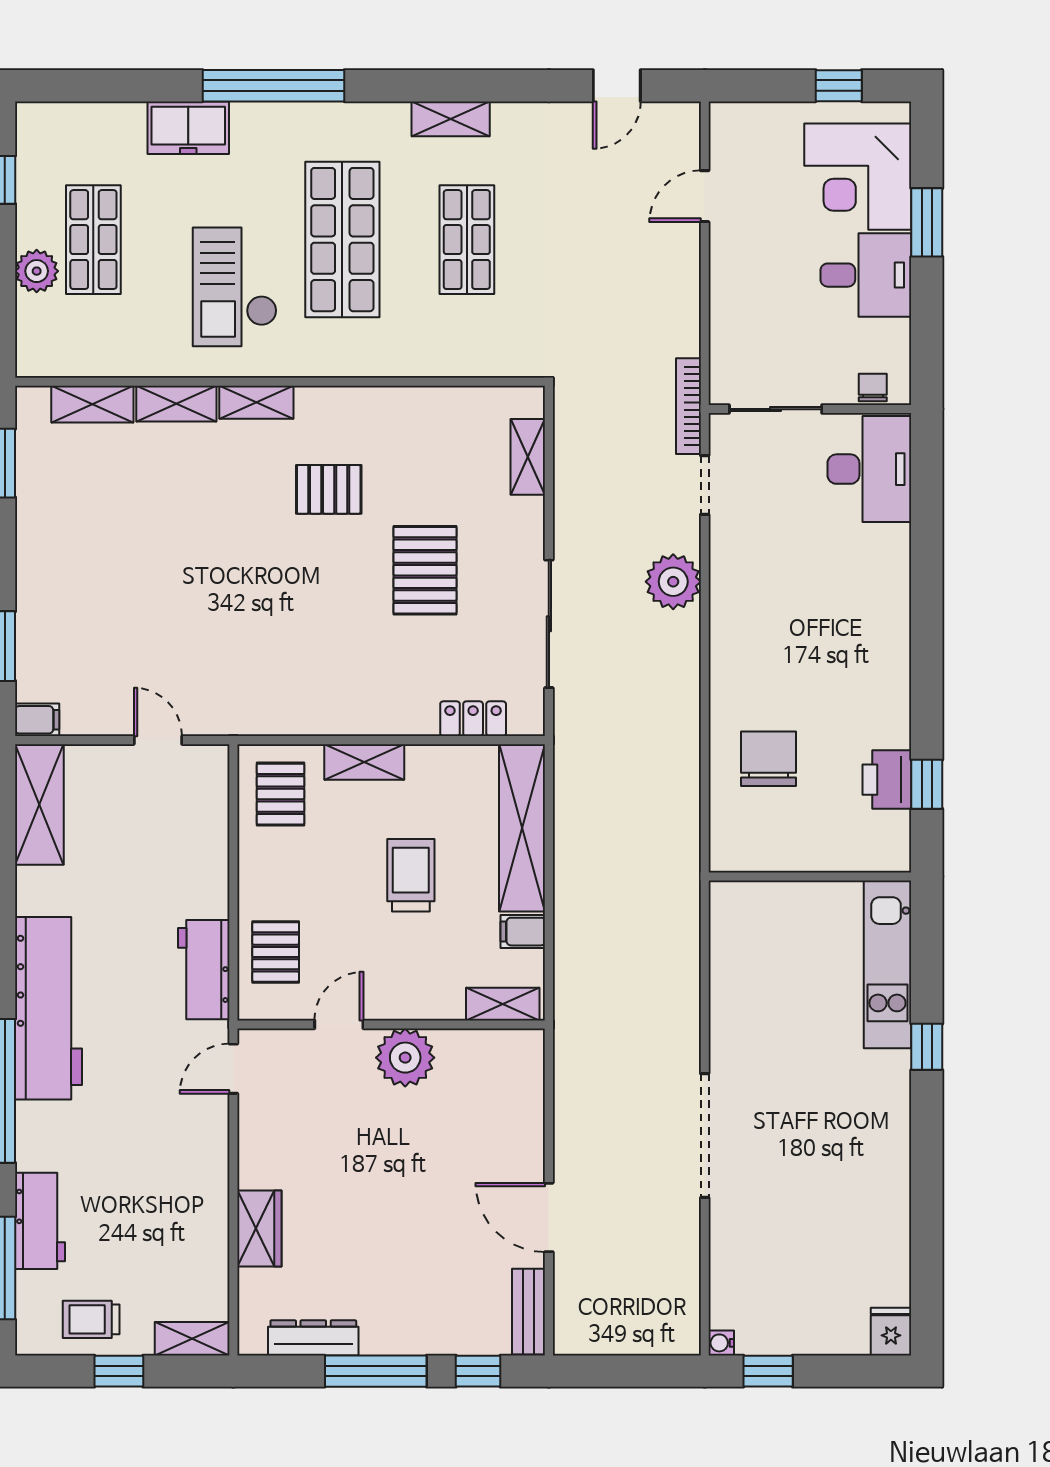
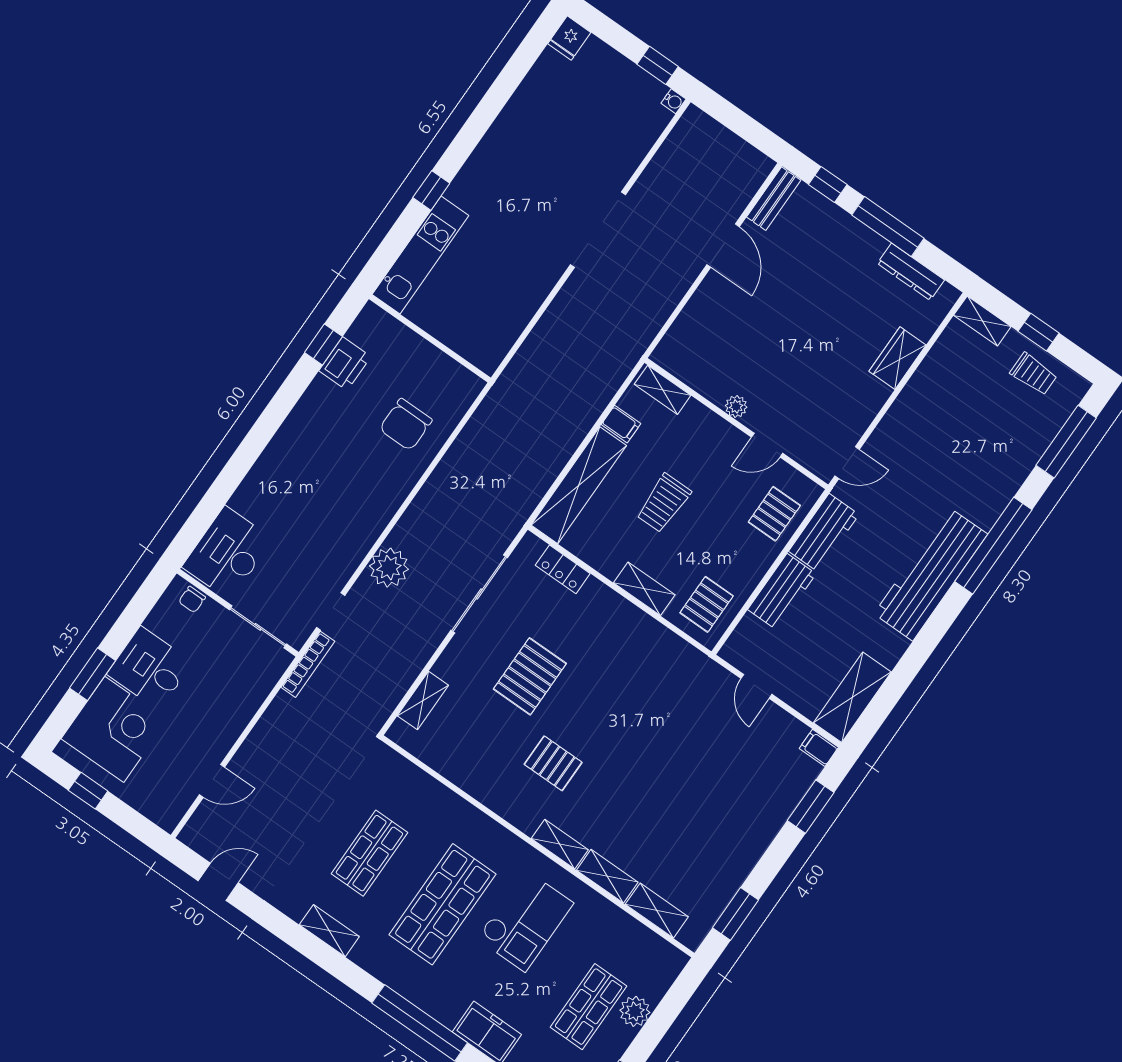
plant: (405, 1058) -> (736, 406), width x0.53, depth x0.53
workbench: (40, 1221) -> (782, 592), moved, turned 180

